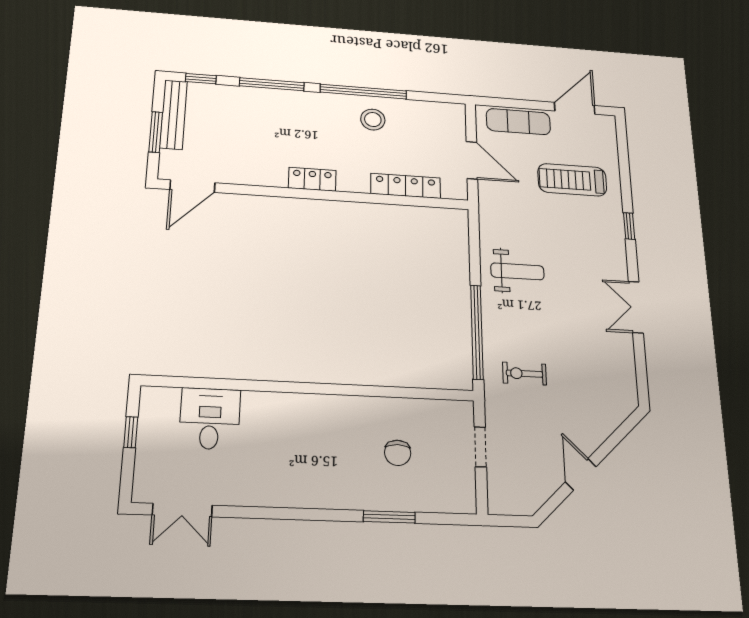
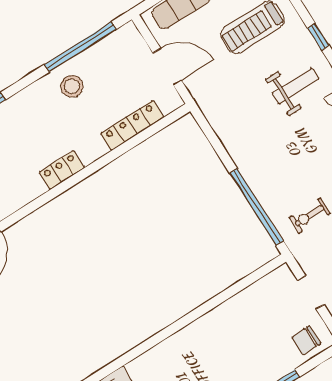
window: (363, 92) -> (80, 47), moved
weight bench: (517, 271) -> (295, 86), moved
chair: (398, 453) -> (306, 340), moved, turned 90

